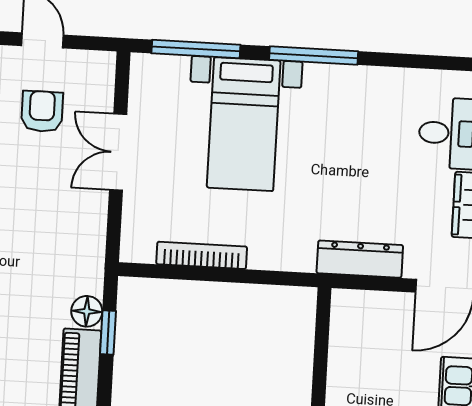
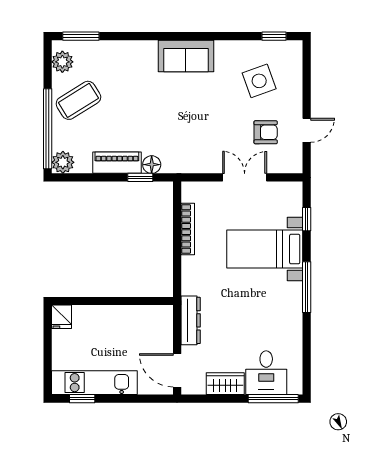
window: (196, 49) -> (307, 219), width x0.46

